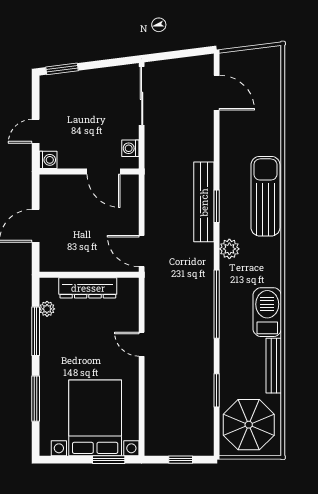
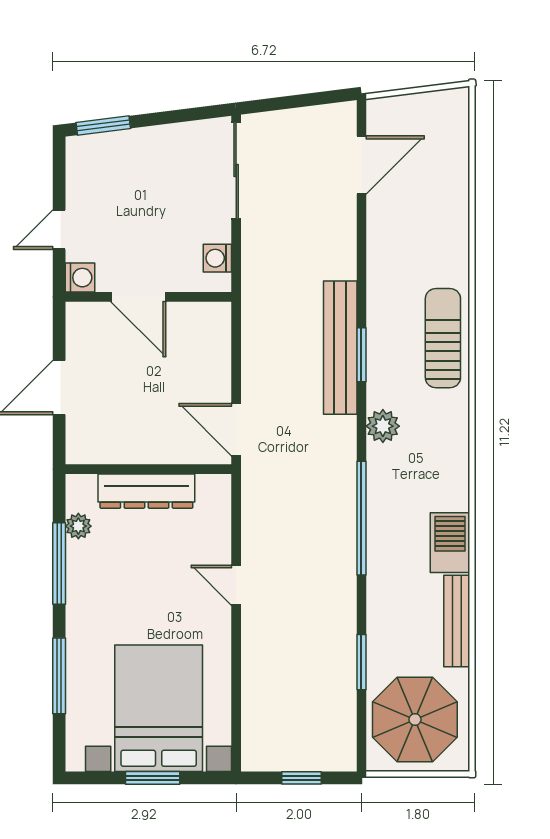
door: (217, 93) -> (361, 165), hinge flipped
door: (103, 171) -> (138, 297), moved
sun lounger: (265, 196) -> (443, 338), width x0.73, depth x0.75
barbecue: (267, 312) -> (450, 543), width x0.73, depth x0.83
window: (109, 460) -> (153, 778), moved

